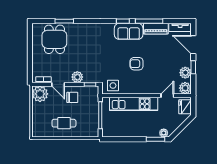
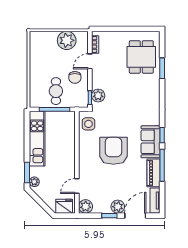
dining table: (54, 39) -> (141, 57), turned 90
armchair: (137, 64) -> (113, 151), width x1.88, depth x1.88
plant: (185, 73) -> (118, 207), moved
plant: (77, 77) -> (98, 96), moved
plant: (40, 94) -> (67, 40), moved
door: (167, 96) -> (77, 186), swing flipped
kitchen unit: (134, 104) -> (37, 139), moved, turned 180
cafe table: (64, 123) -> (56, 91), moved

